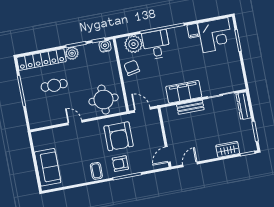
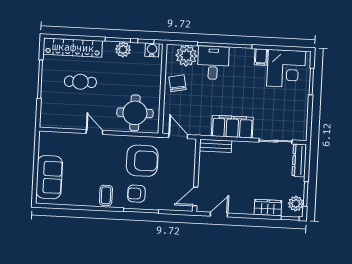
plant: (72, 53) -> (123, 49), moved
bench: (190, 107) -> (215, 146), moved
armchair: (119, 136) -> (142, 161), turned -90
plant: (249, 141) -> (296, 204), added

